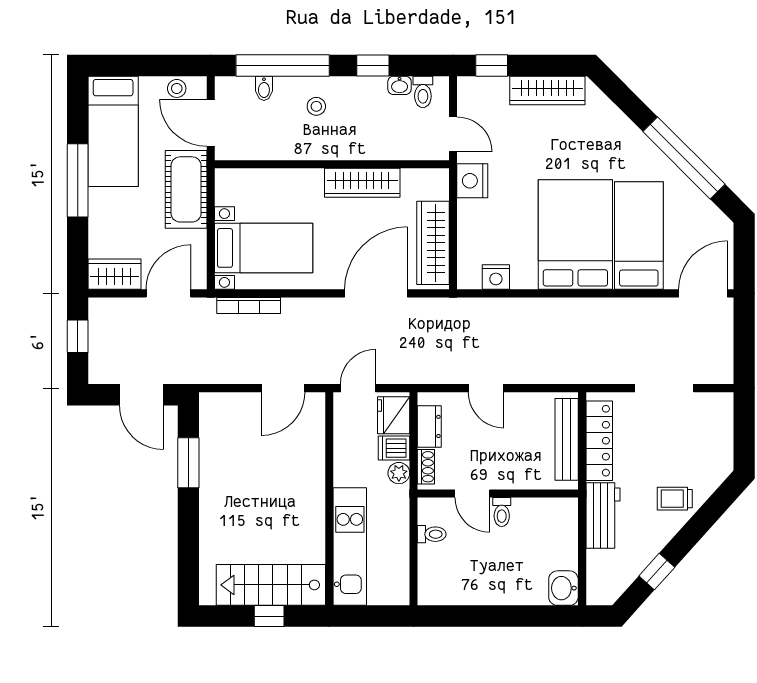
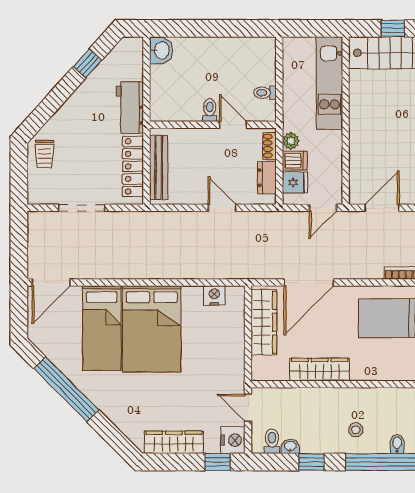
nightstand: (472, 181) -> (233, 440), moved
fridge: (394, 415) -> (295, 182), width x0.72
trolley: (675, 499) -> (44, 154), moved, turned 90

